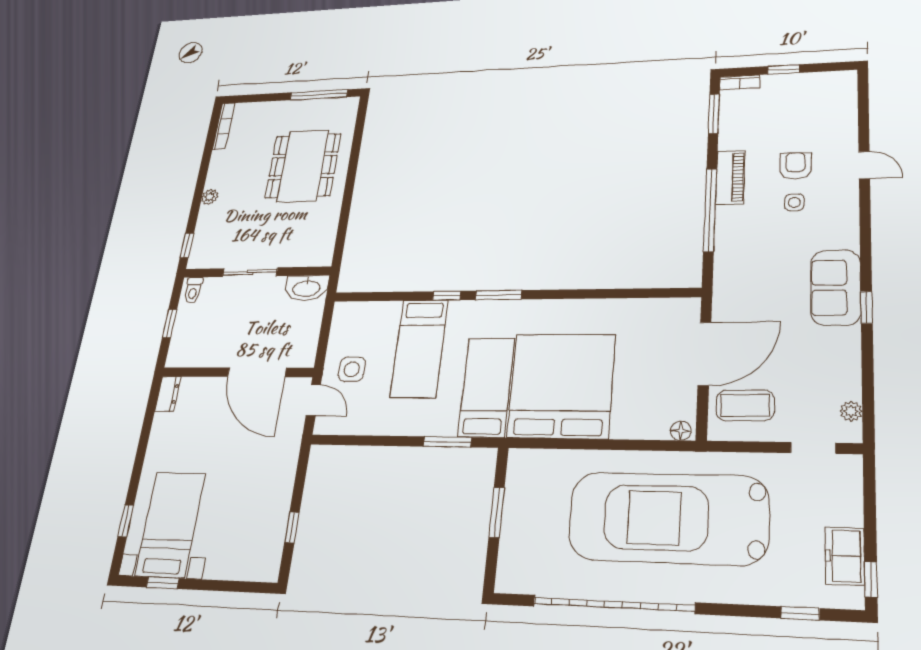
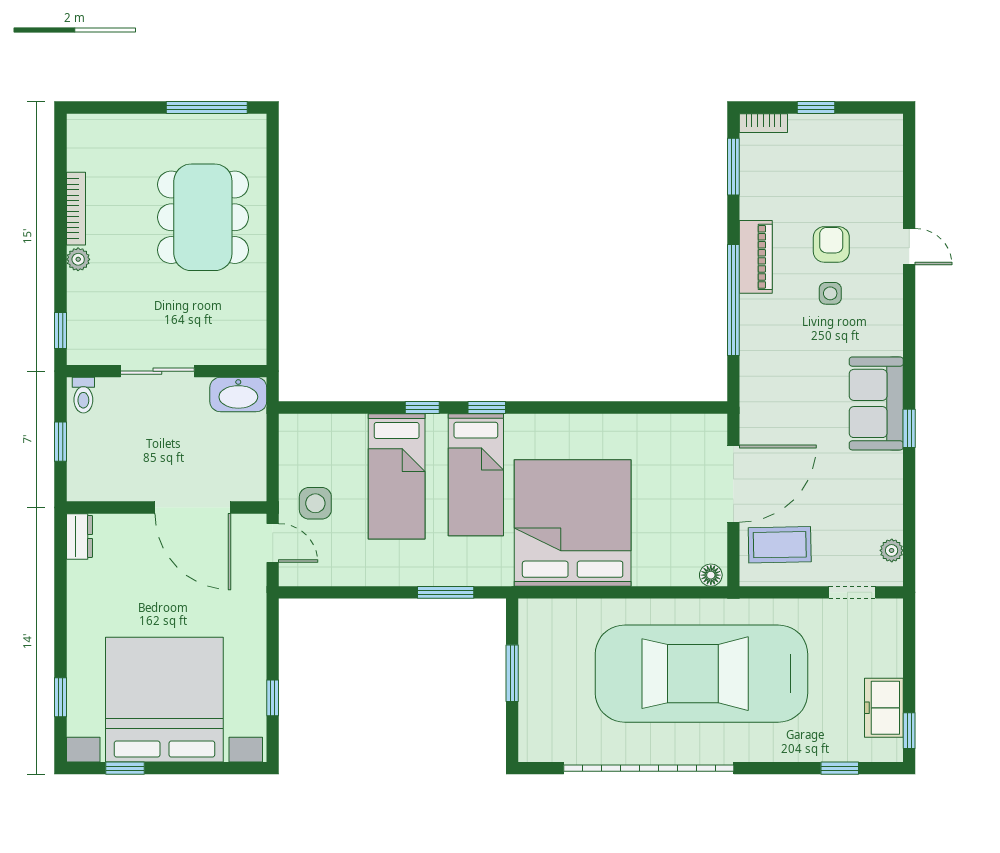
bookcase: (224, 126) -> (76, 209), moved
window: (499, 295) -> (487, 408), width x0.67
bed: (486, 387) -> (476, 475), moved, turned 180
bed with nightstands: (170, 524) -> (164, 700), width x1.85

